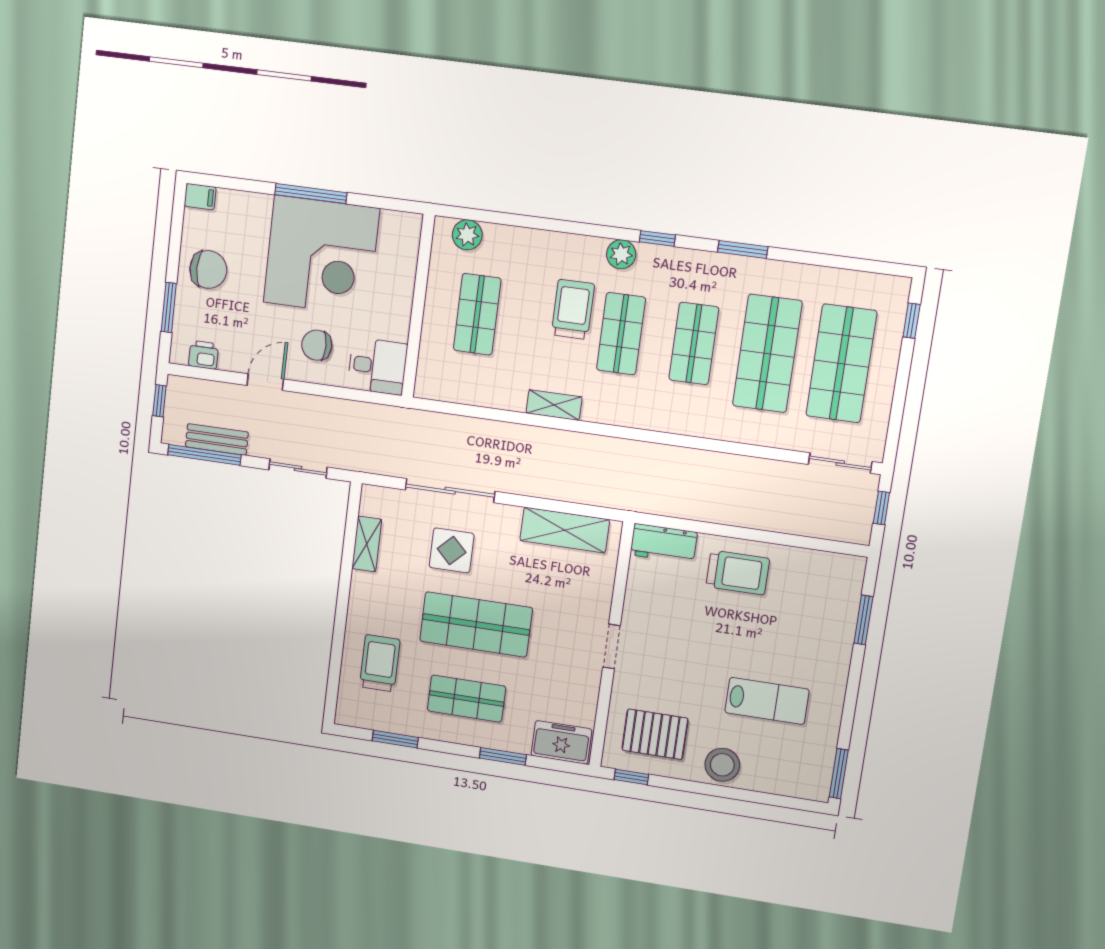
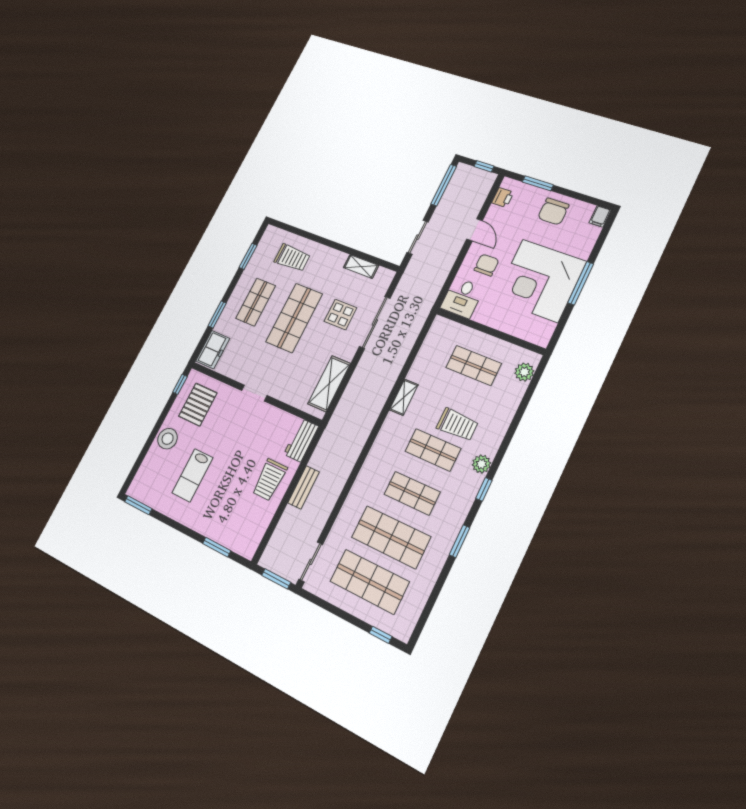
bench: (217, 439) -> (304, 487), moved
window: (881, 508) -> (276, 579), width x1.50

